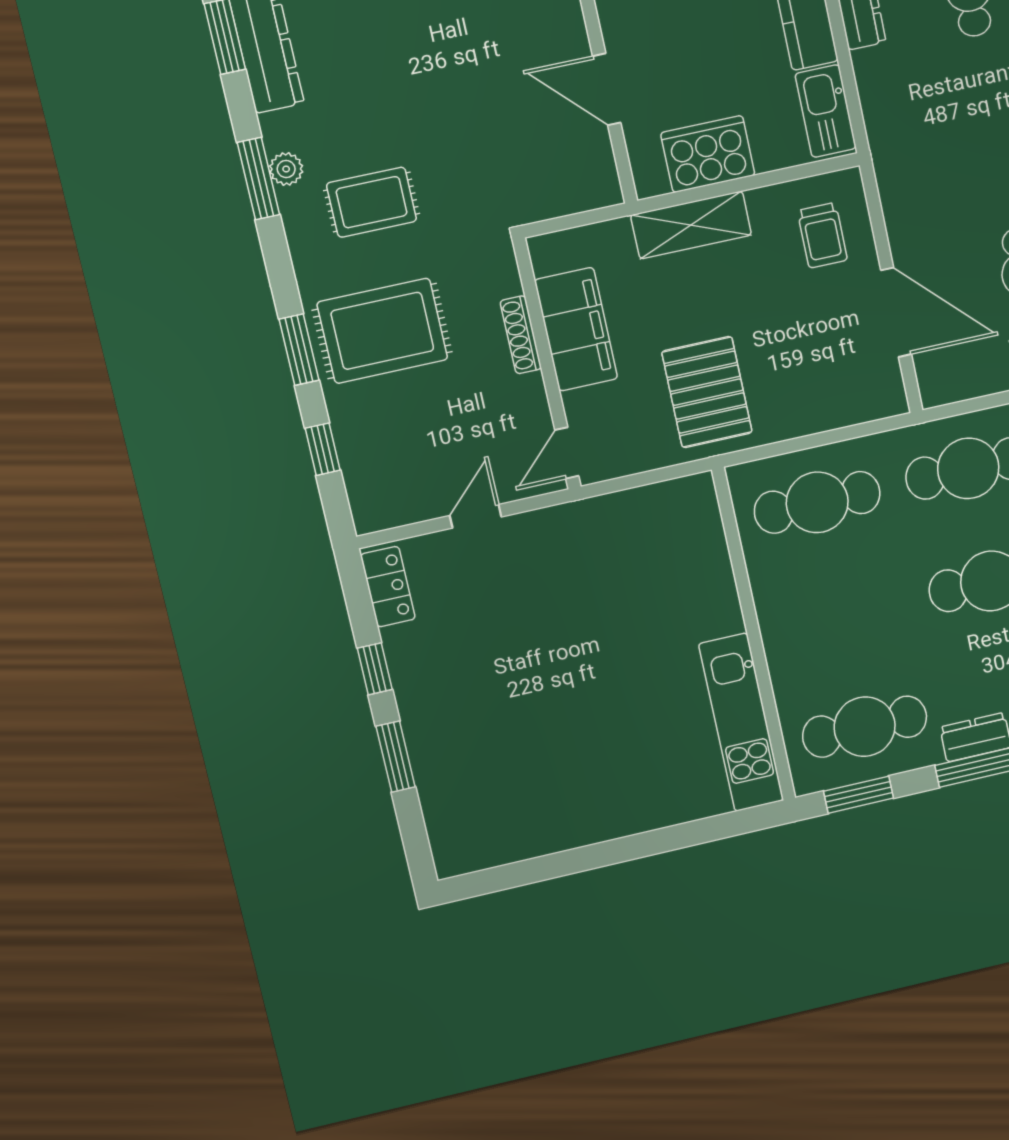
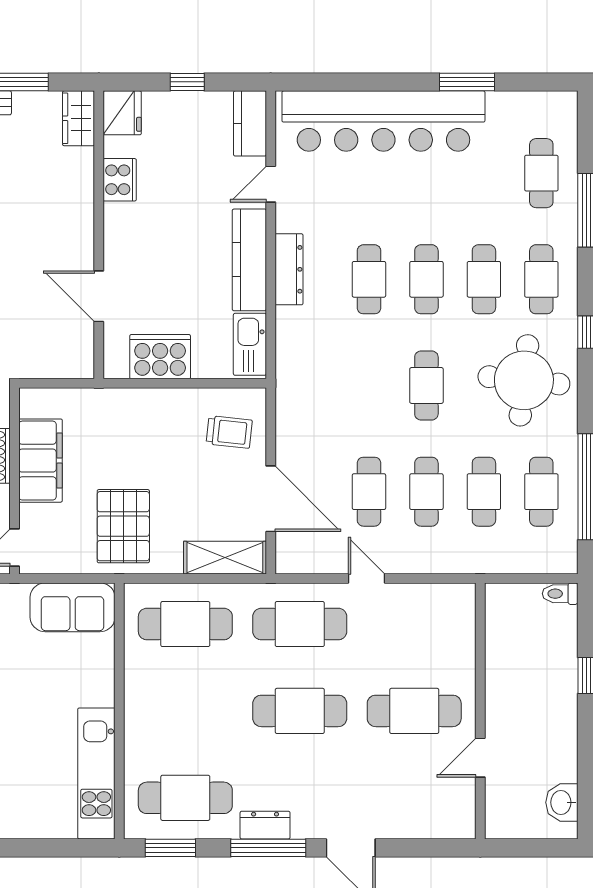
shelving: (691, 225) -> (225, 558), moved
trolley: (822, 235) -> (229, 432), turned -84
sofa: (662, 514) -> (73, 607), added

